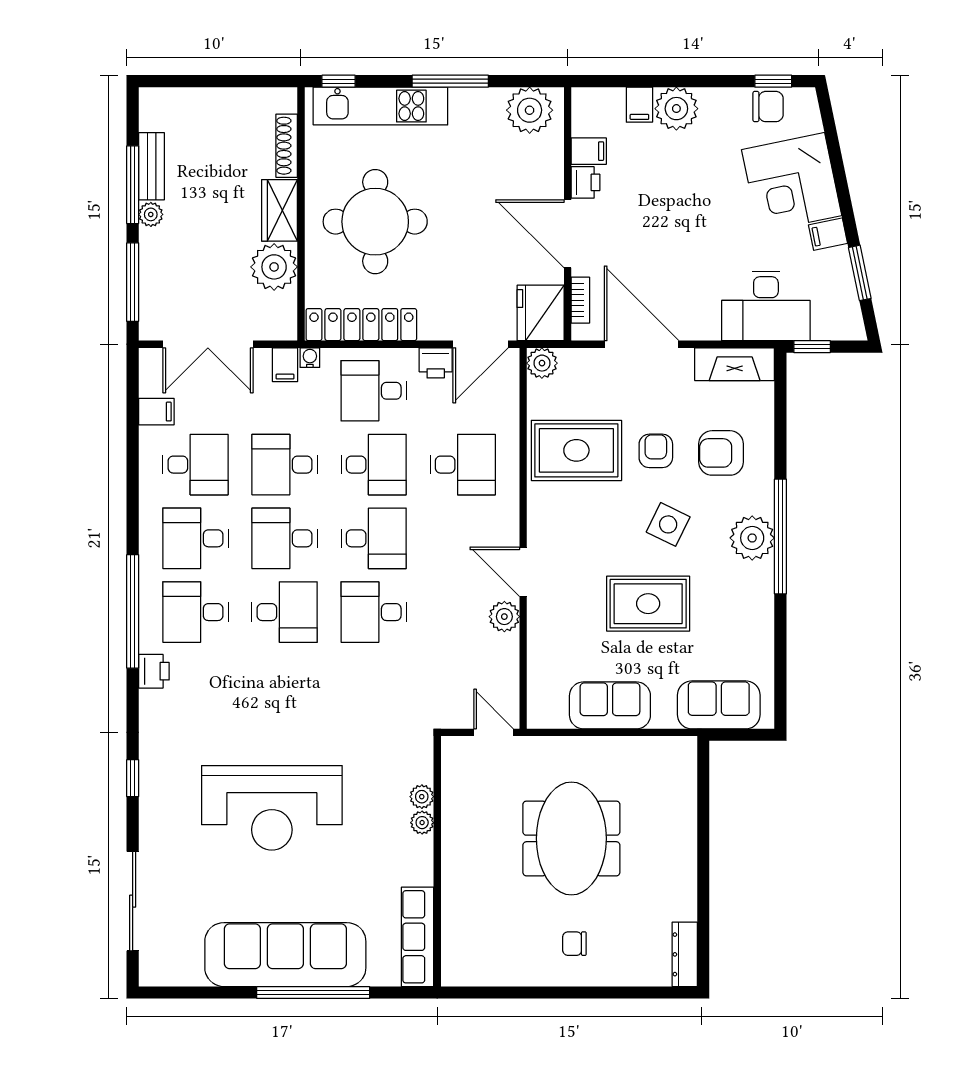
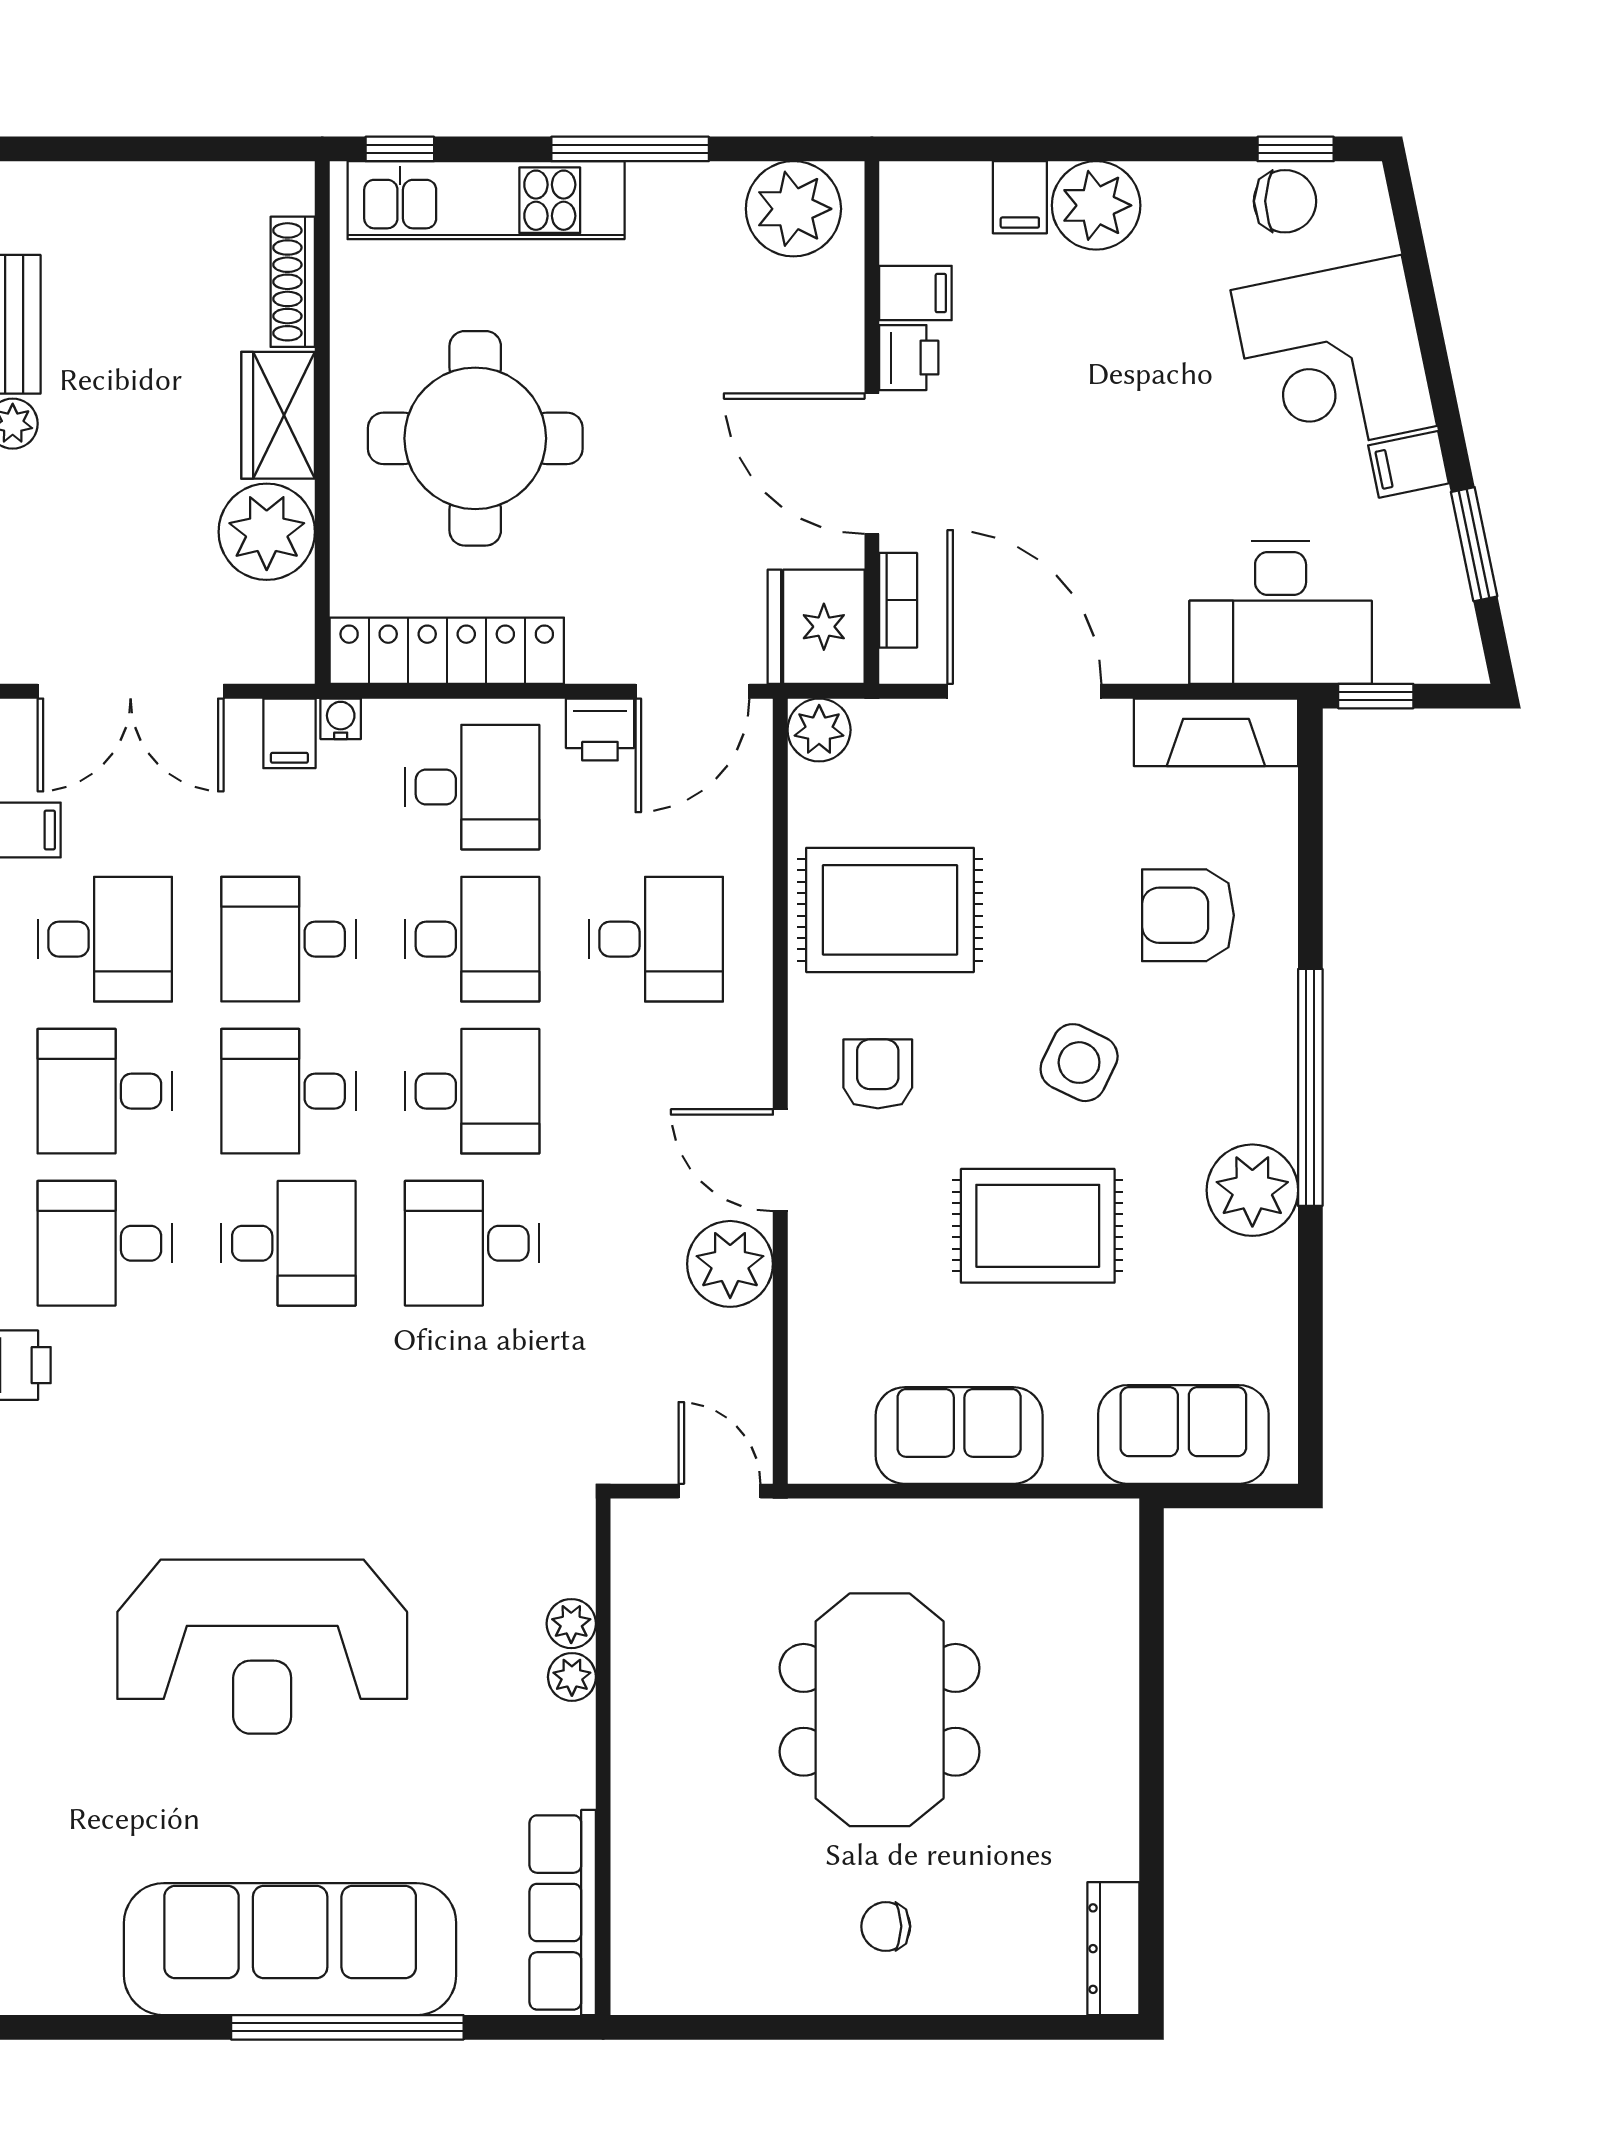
desk: (374, 391) -> (472, 787), turned 180
armchair: (656, 451) -> (878, 1074), moved
plant: (752, 538) -> (1252, 1190), moved
plant: (504, 617) -> (730, 1264), width x1.36, depth x1.36

